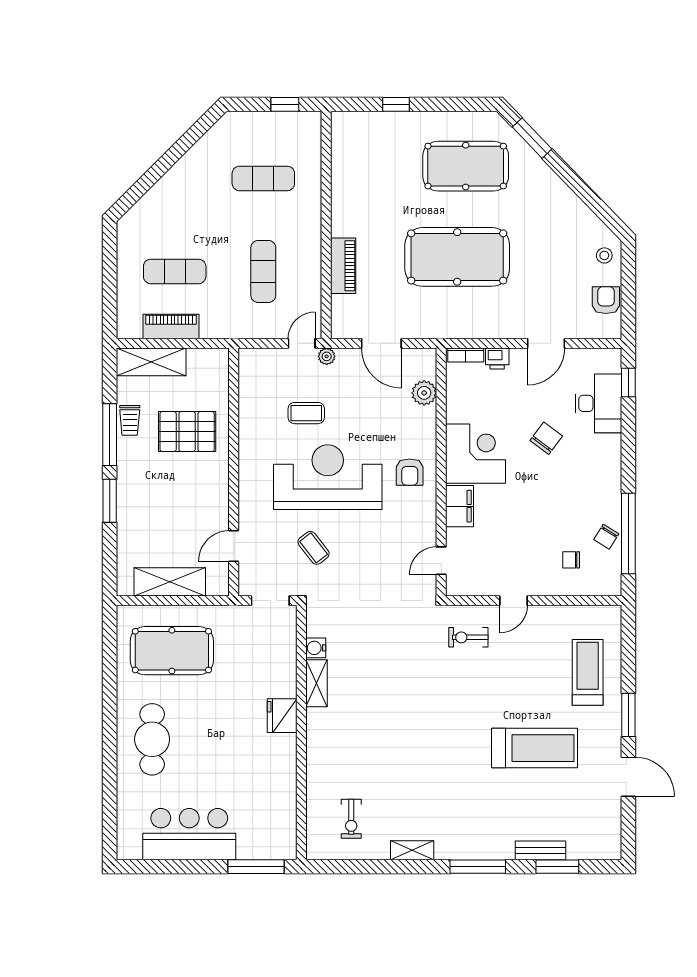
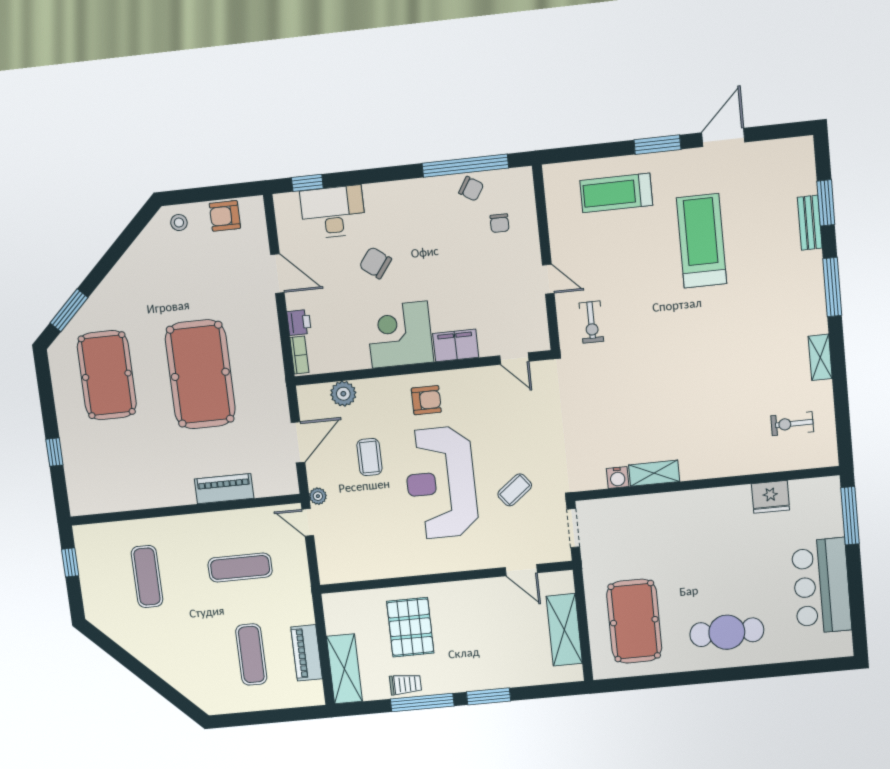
coffee table: (306, 413) -> (369, 457), moved
fridge: (282, 716) -> (770, 497), moved
exercise bike: (351, 819) -> (792, 424), turned 180

